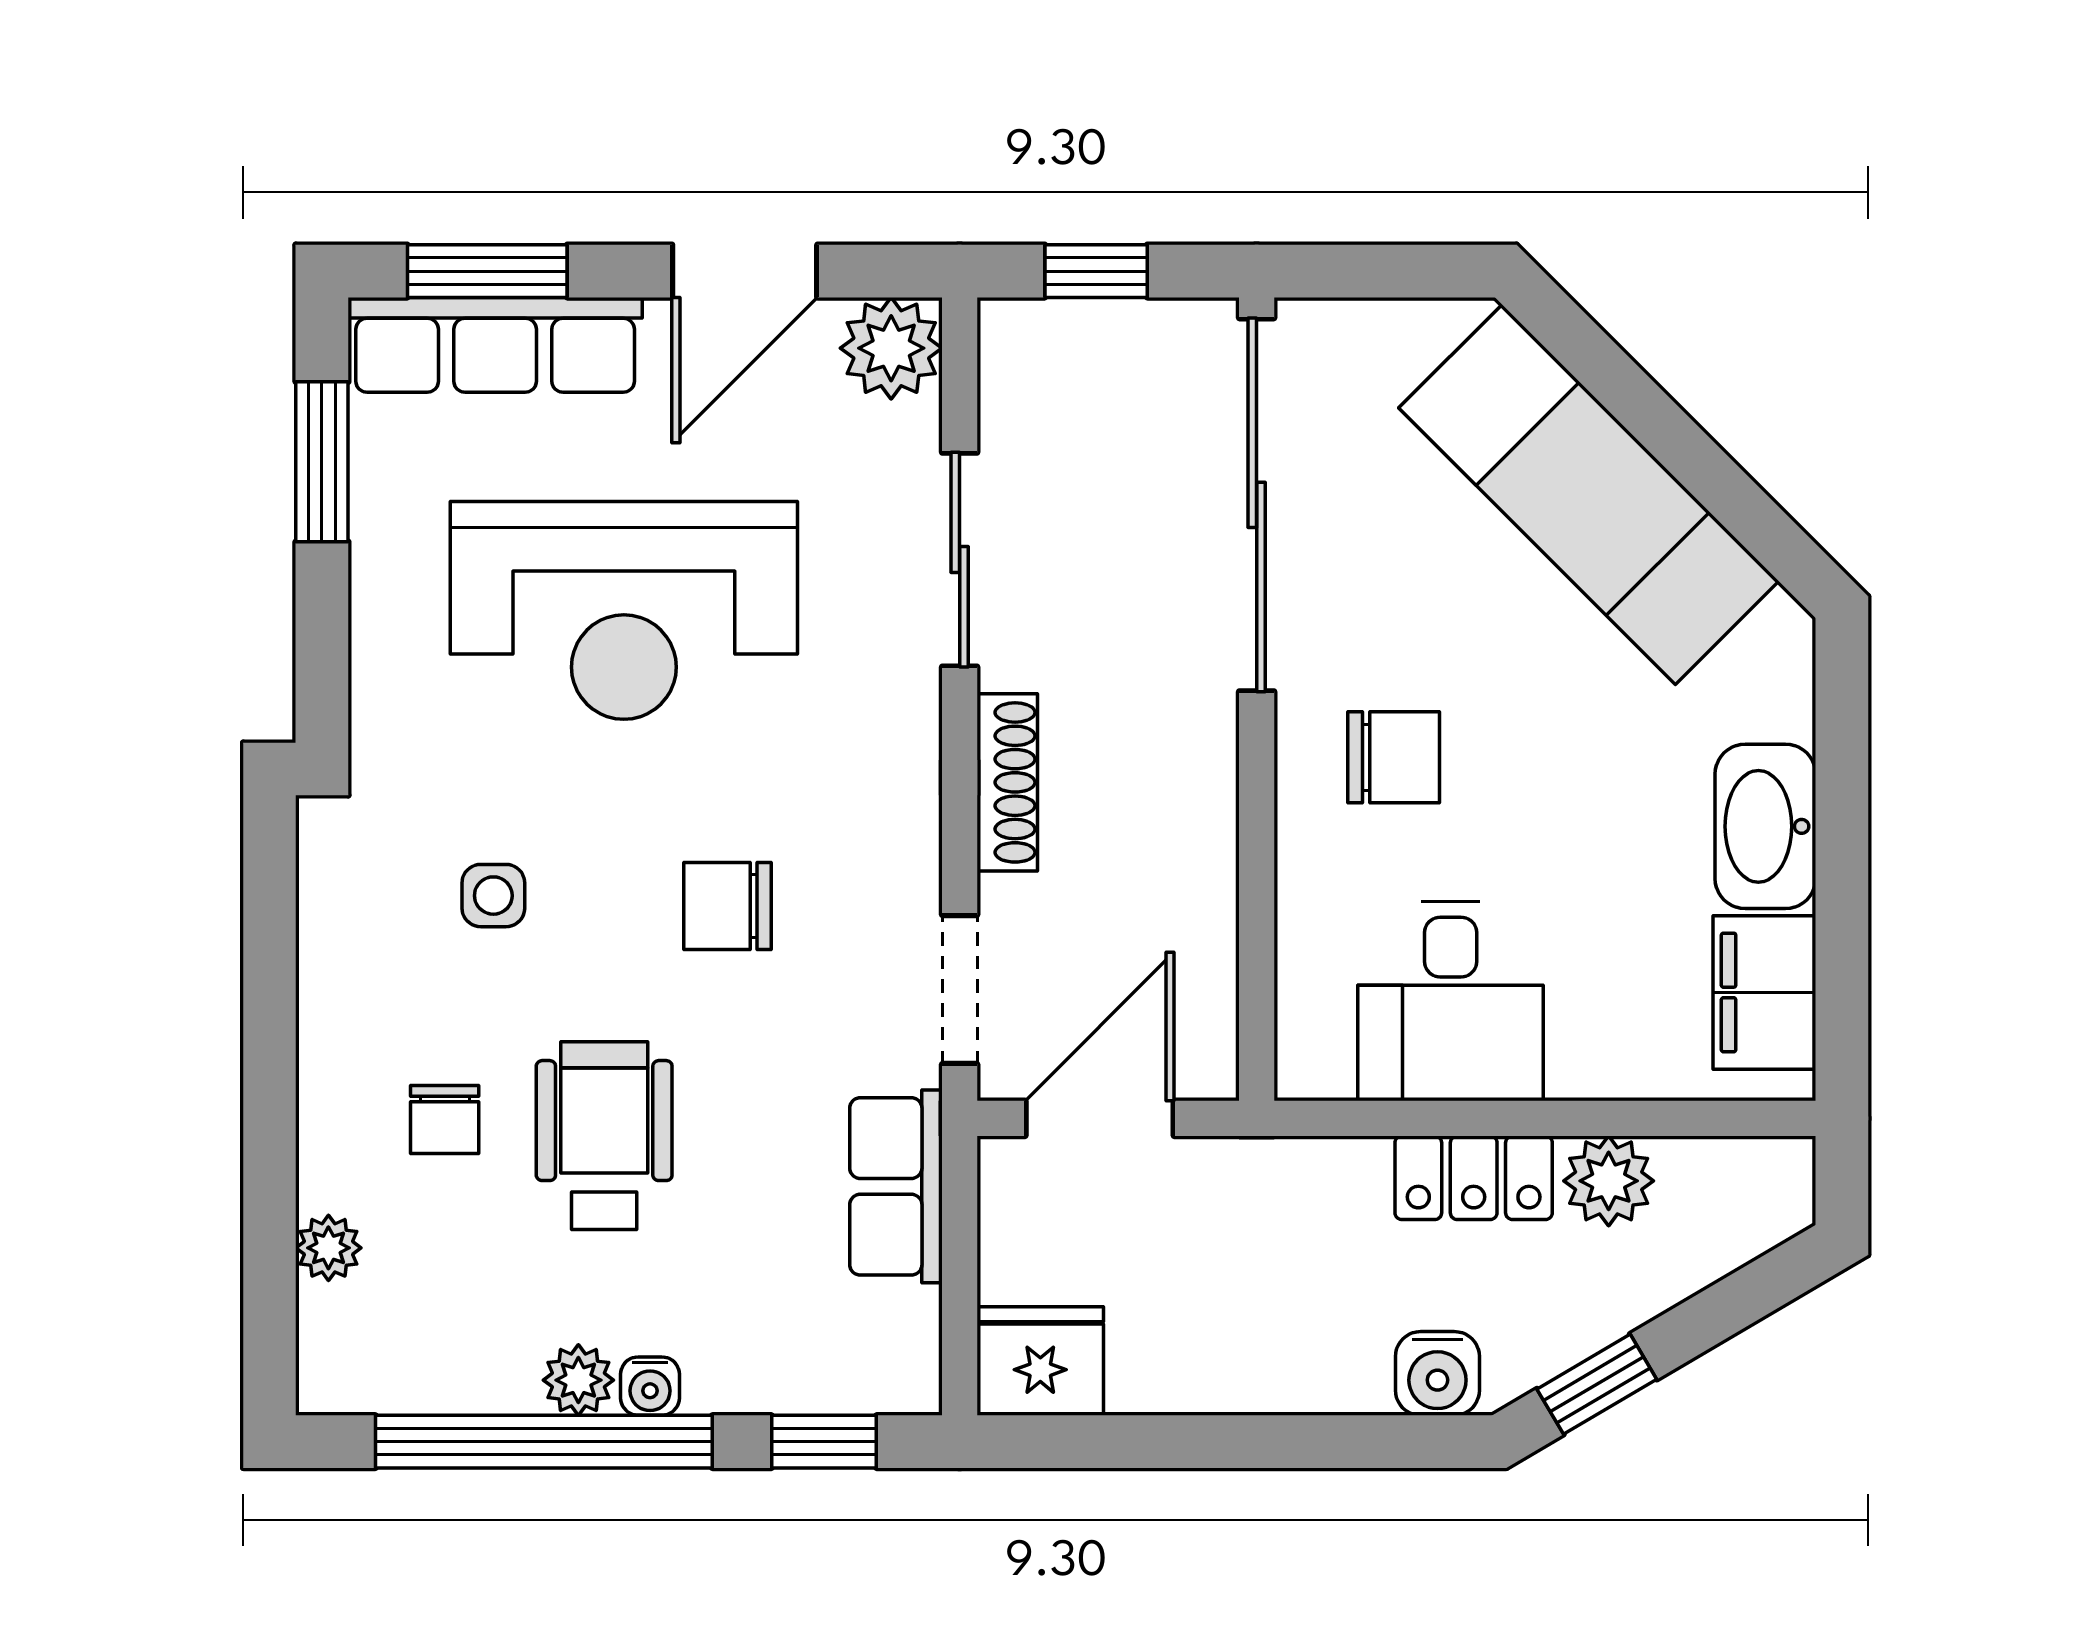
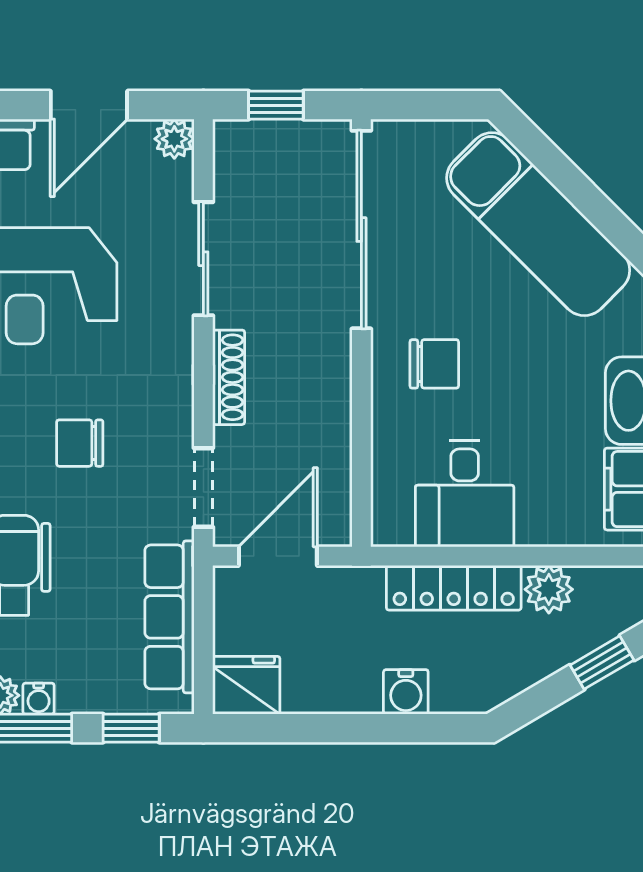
plant: (891, 348) -> (174, 139), width x0.73, depth x0.73
locker: (1474, 1178) -> (454, 588), width x1.53
row of seats: (896, 1186) -> (169, 617), width x1.48
water cooler: (1437, 1373) -> (406, 692), moved
window: (1597, 1384) -> (602, 663), moved

